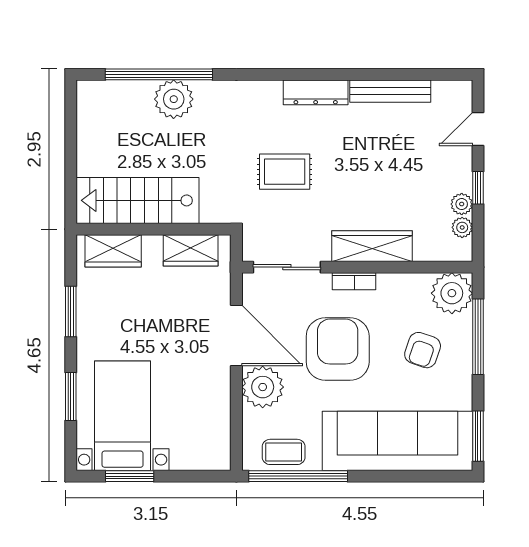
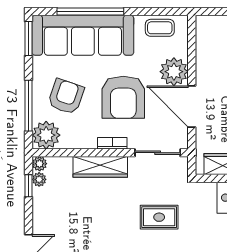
window: (478, 188) -> (29, 186), moved
plant: (462, 204) -> (40, 164), moved
armchair: (423, 350) -> (66, 97), width x1.38, depth x1.38
window: (298, 476) -> (90, 11), moved

